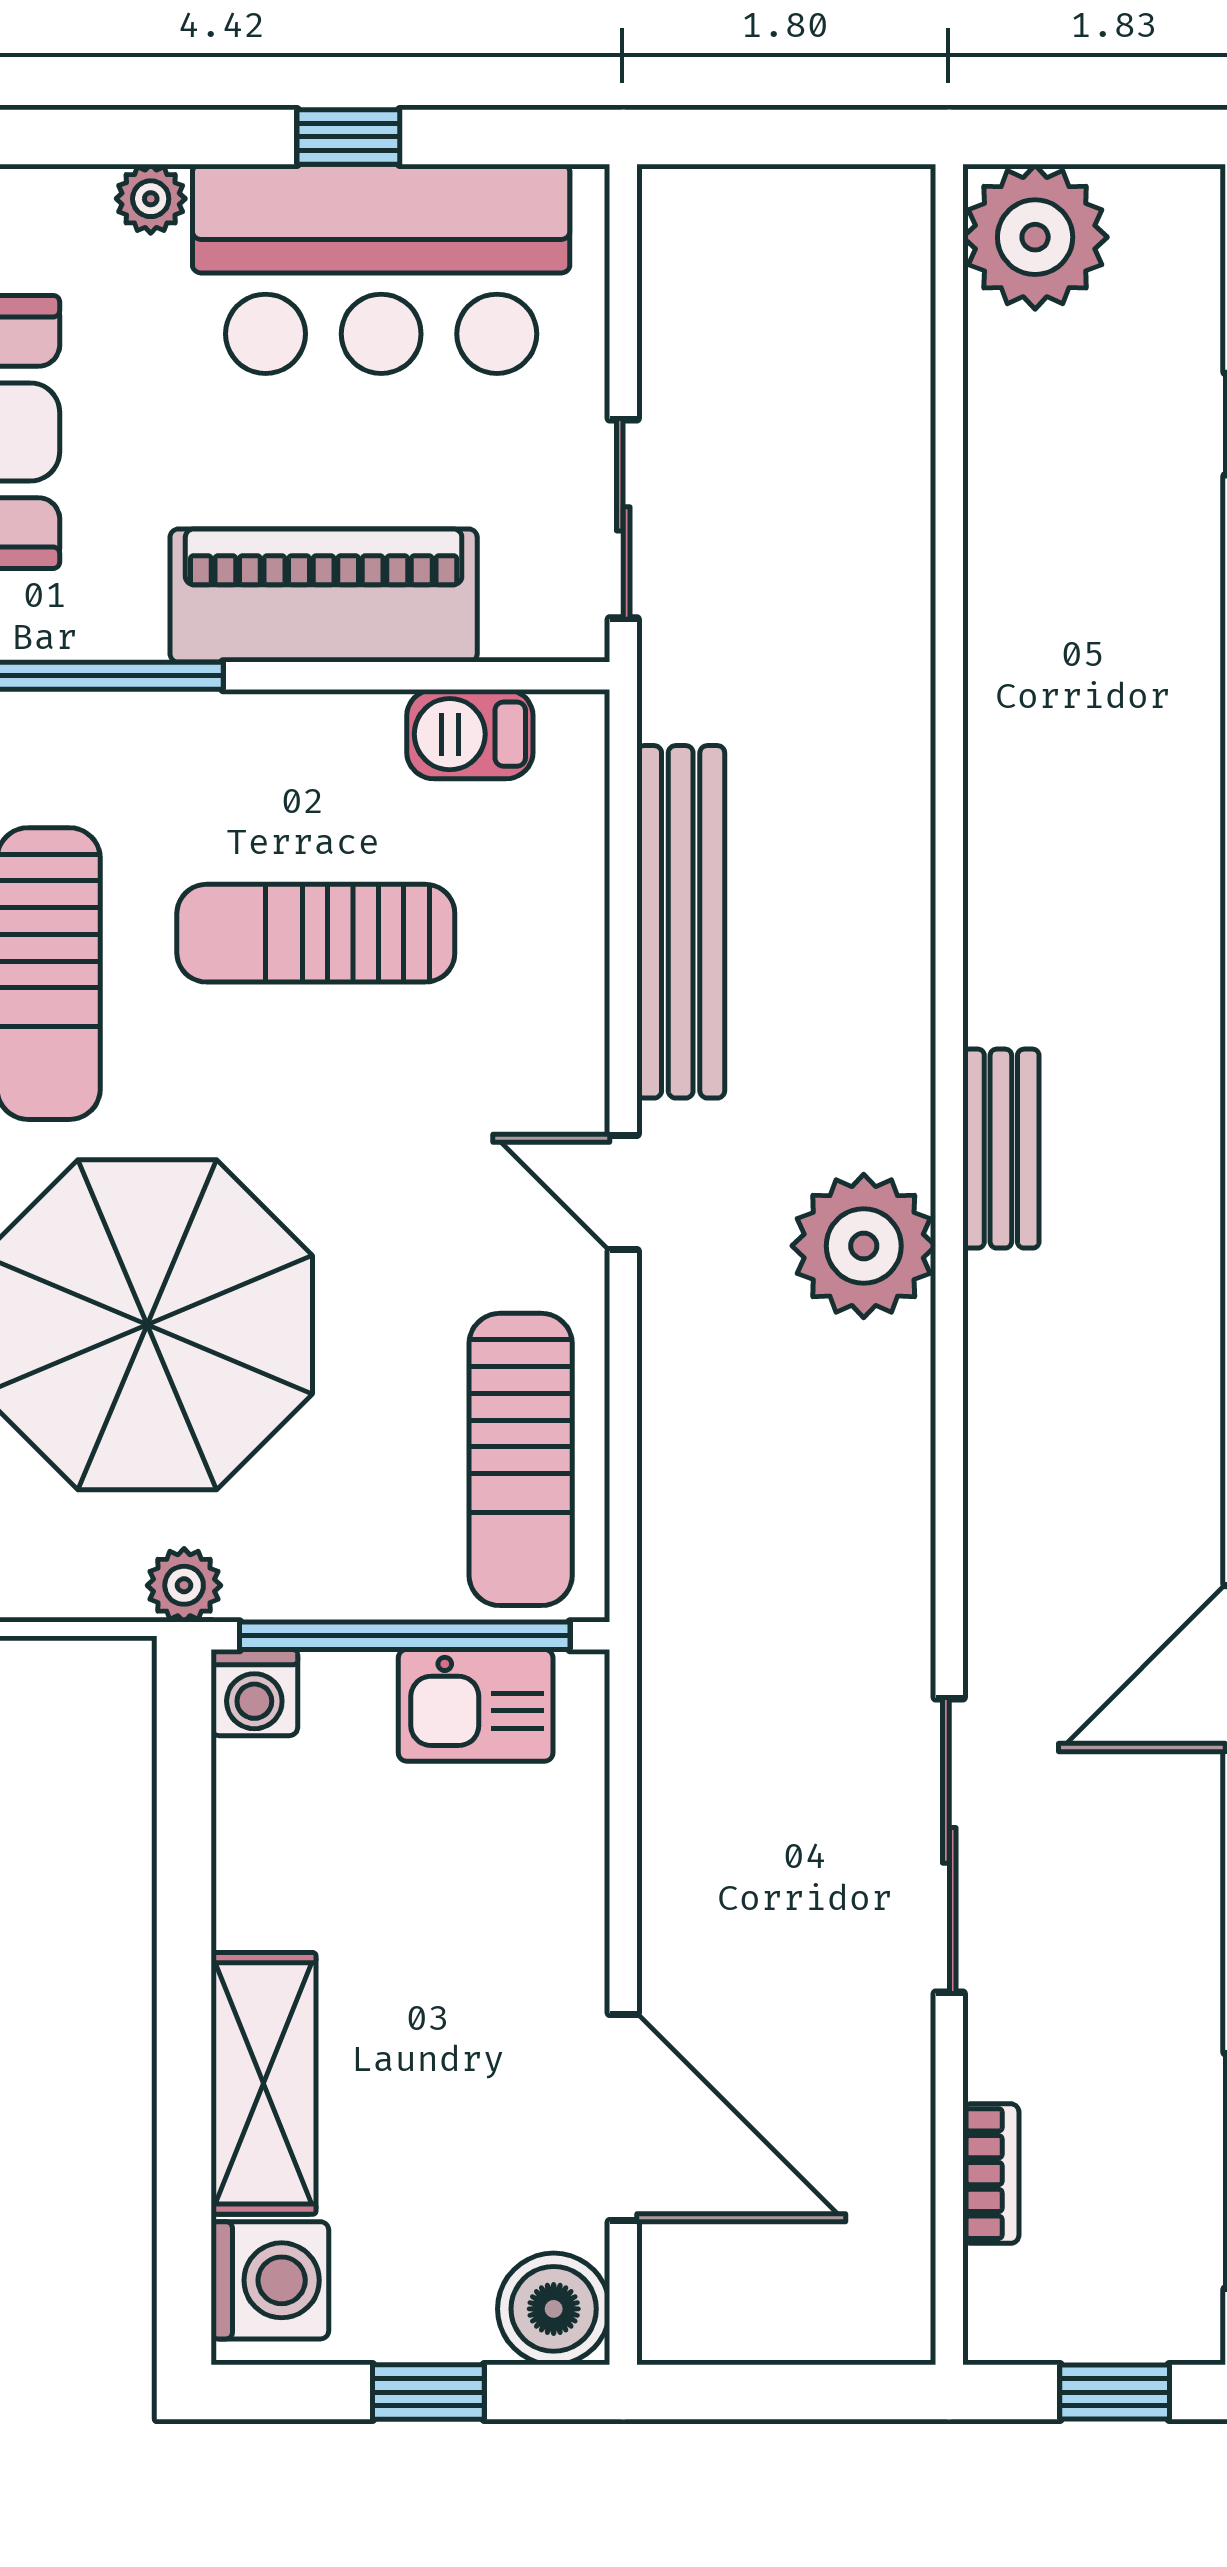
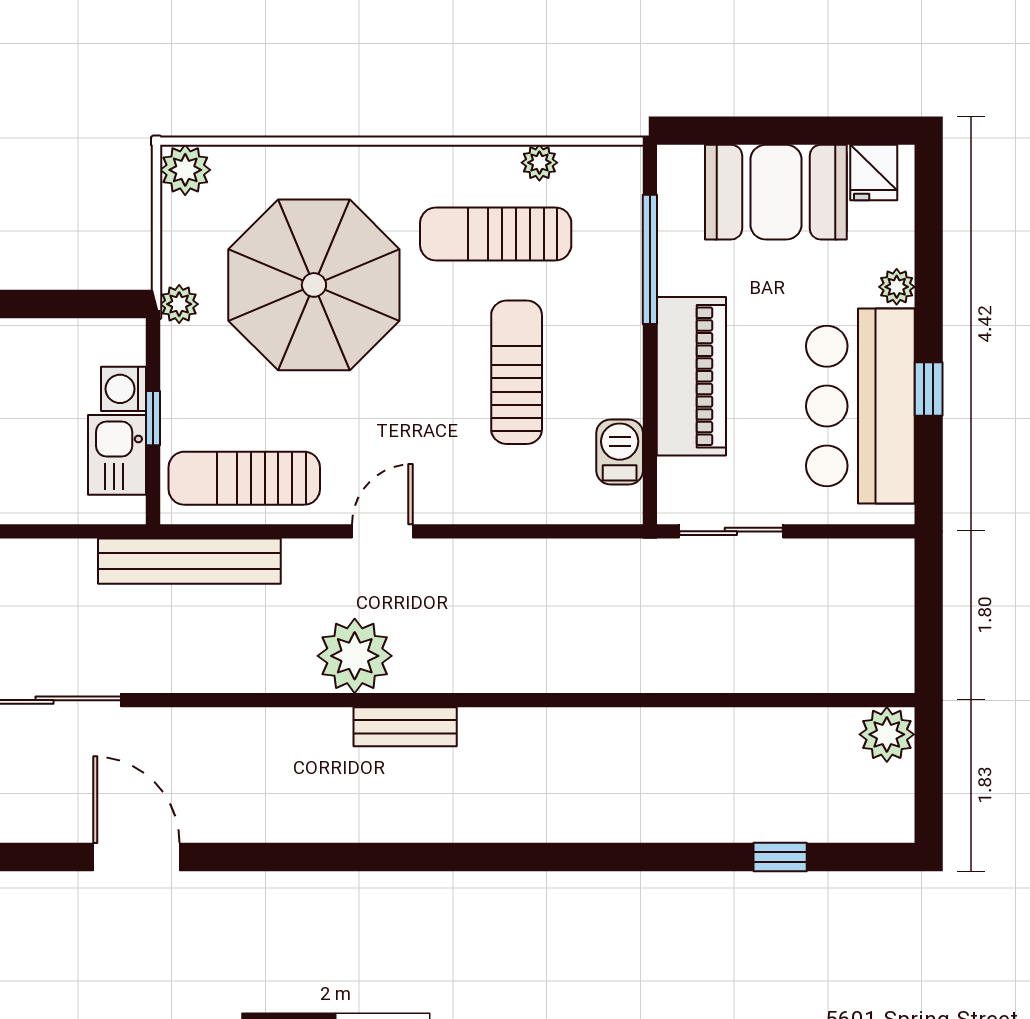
plant: (1035, 237) -> (887, 734), width x0.73, depth x0.73
bench: (681, 922) -> (189, 561), moved
window: (405, 1636) -> (153, 418), width x0.32
washing machine: (254, 1693) -> (124, 389), moved

